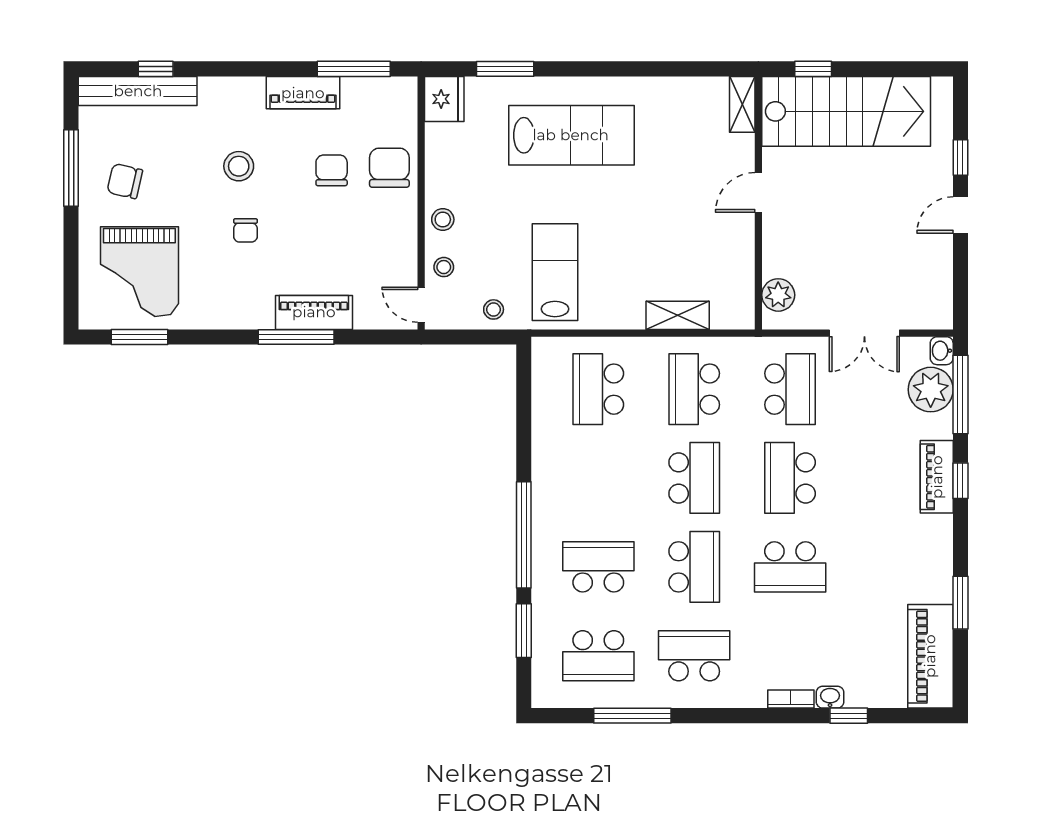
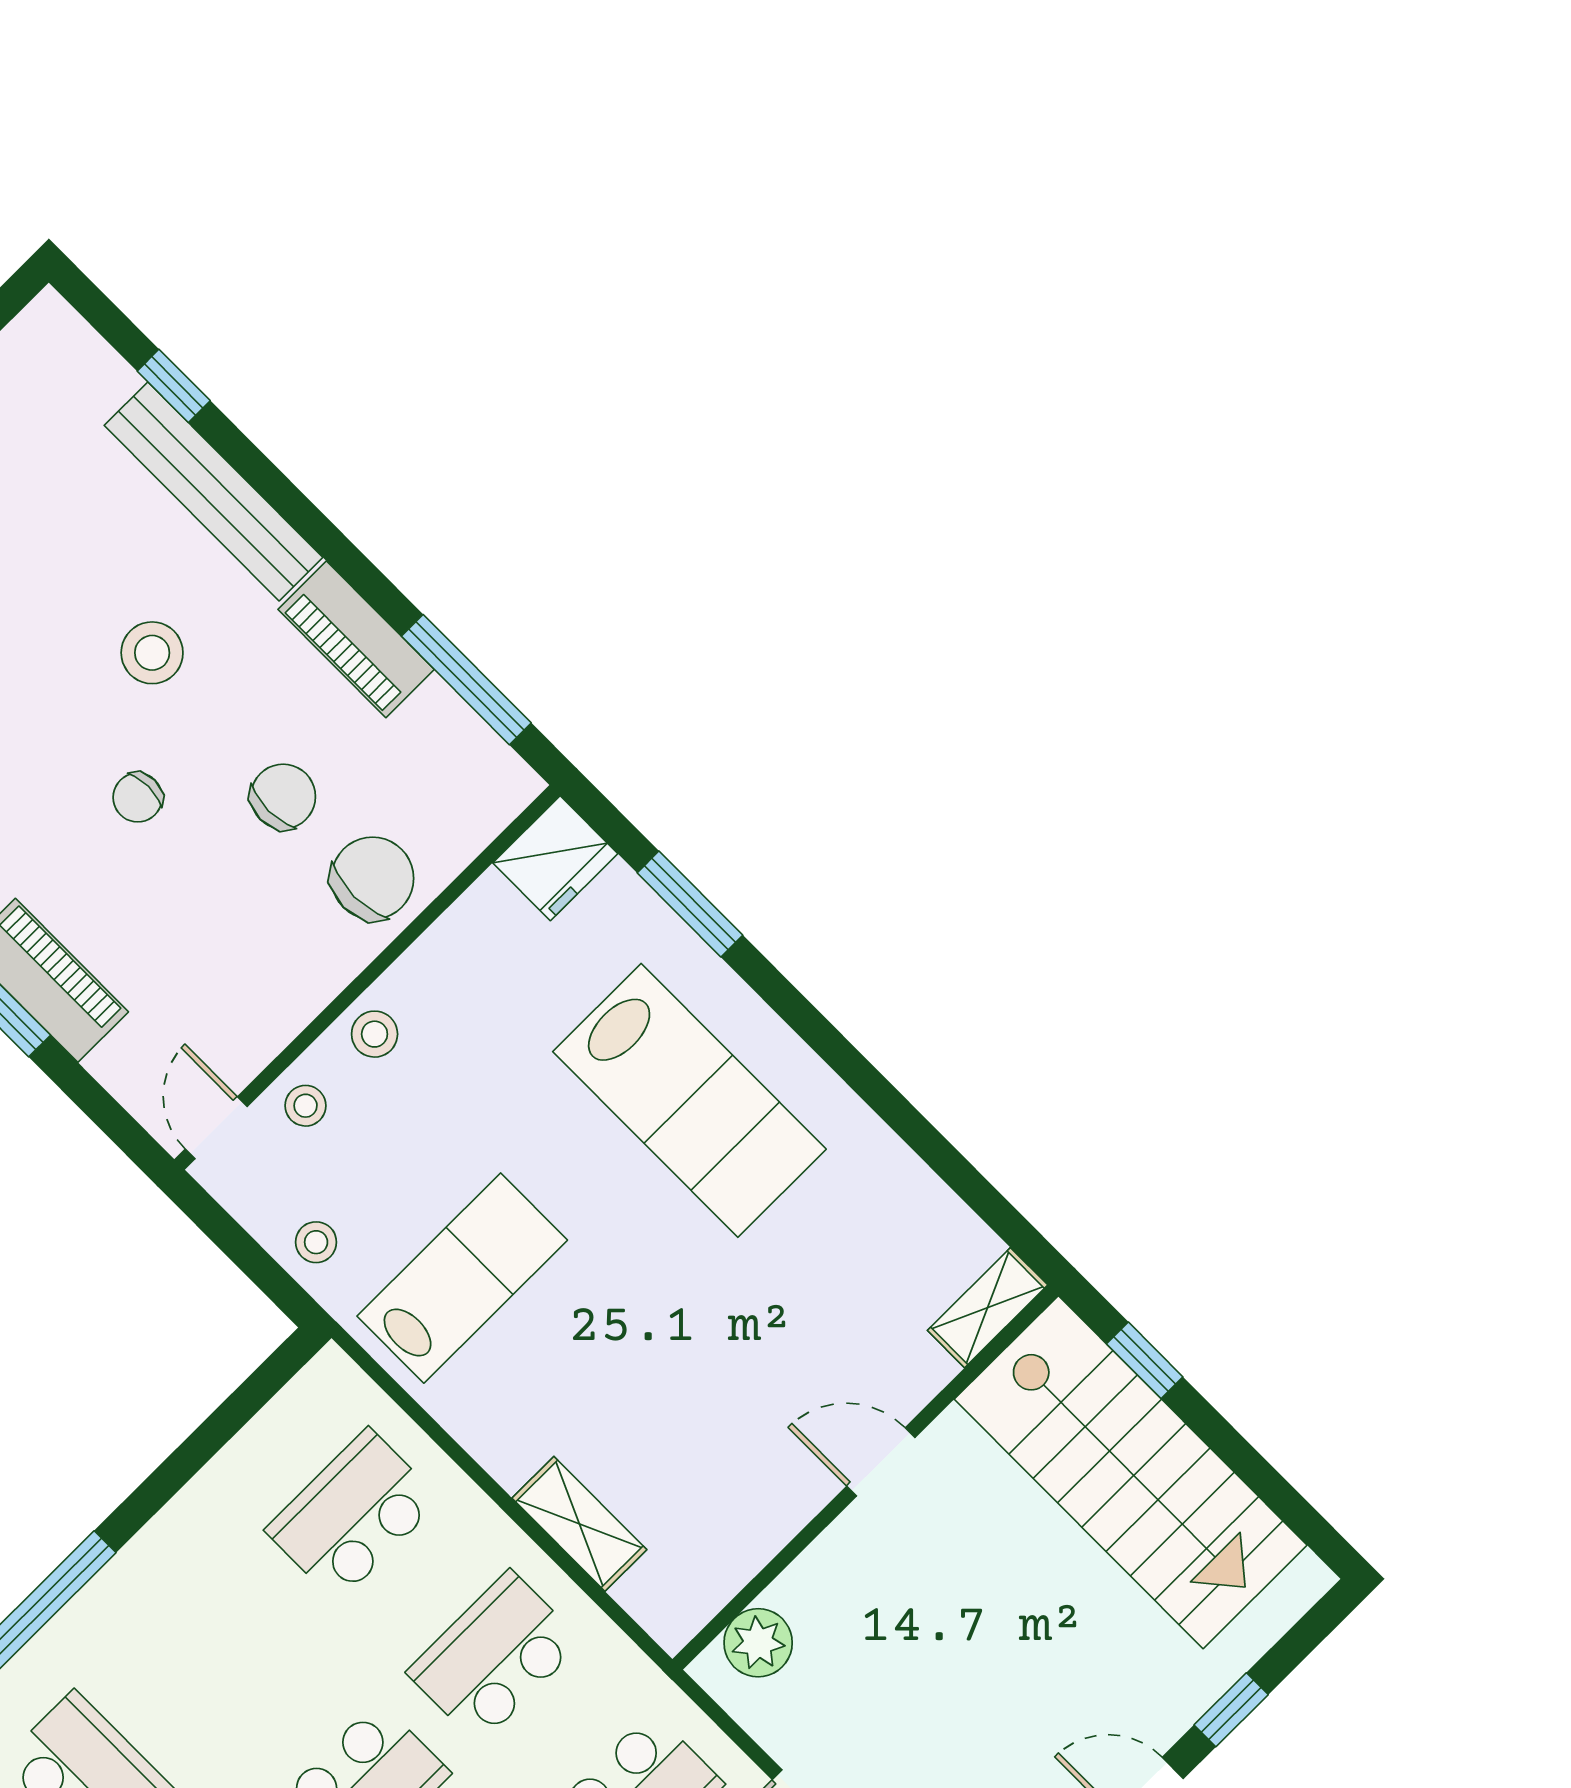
bench: (138, 91) -> (213, 491), moved
chair: (245, 230) -> (138, 797), moved

